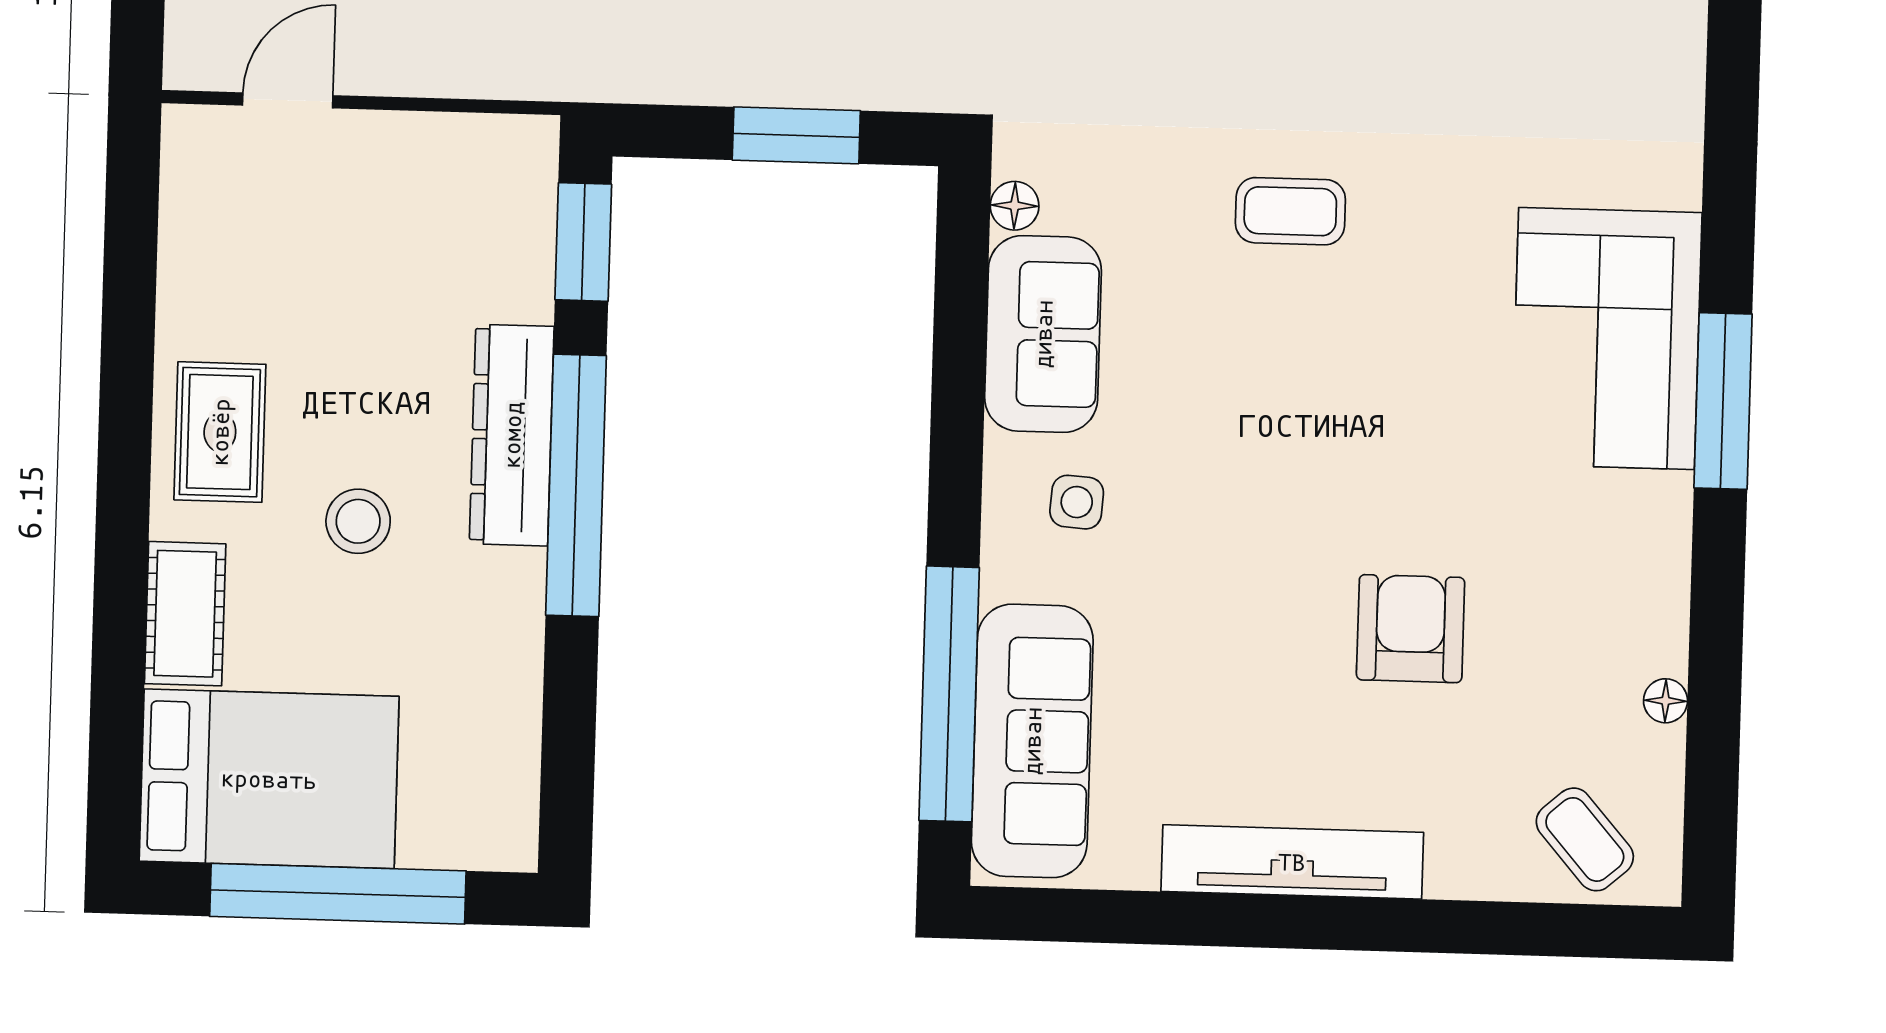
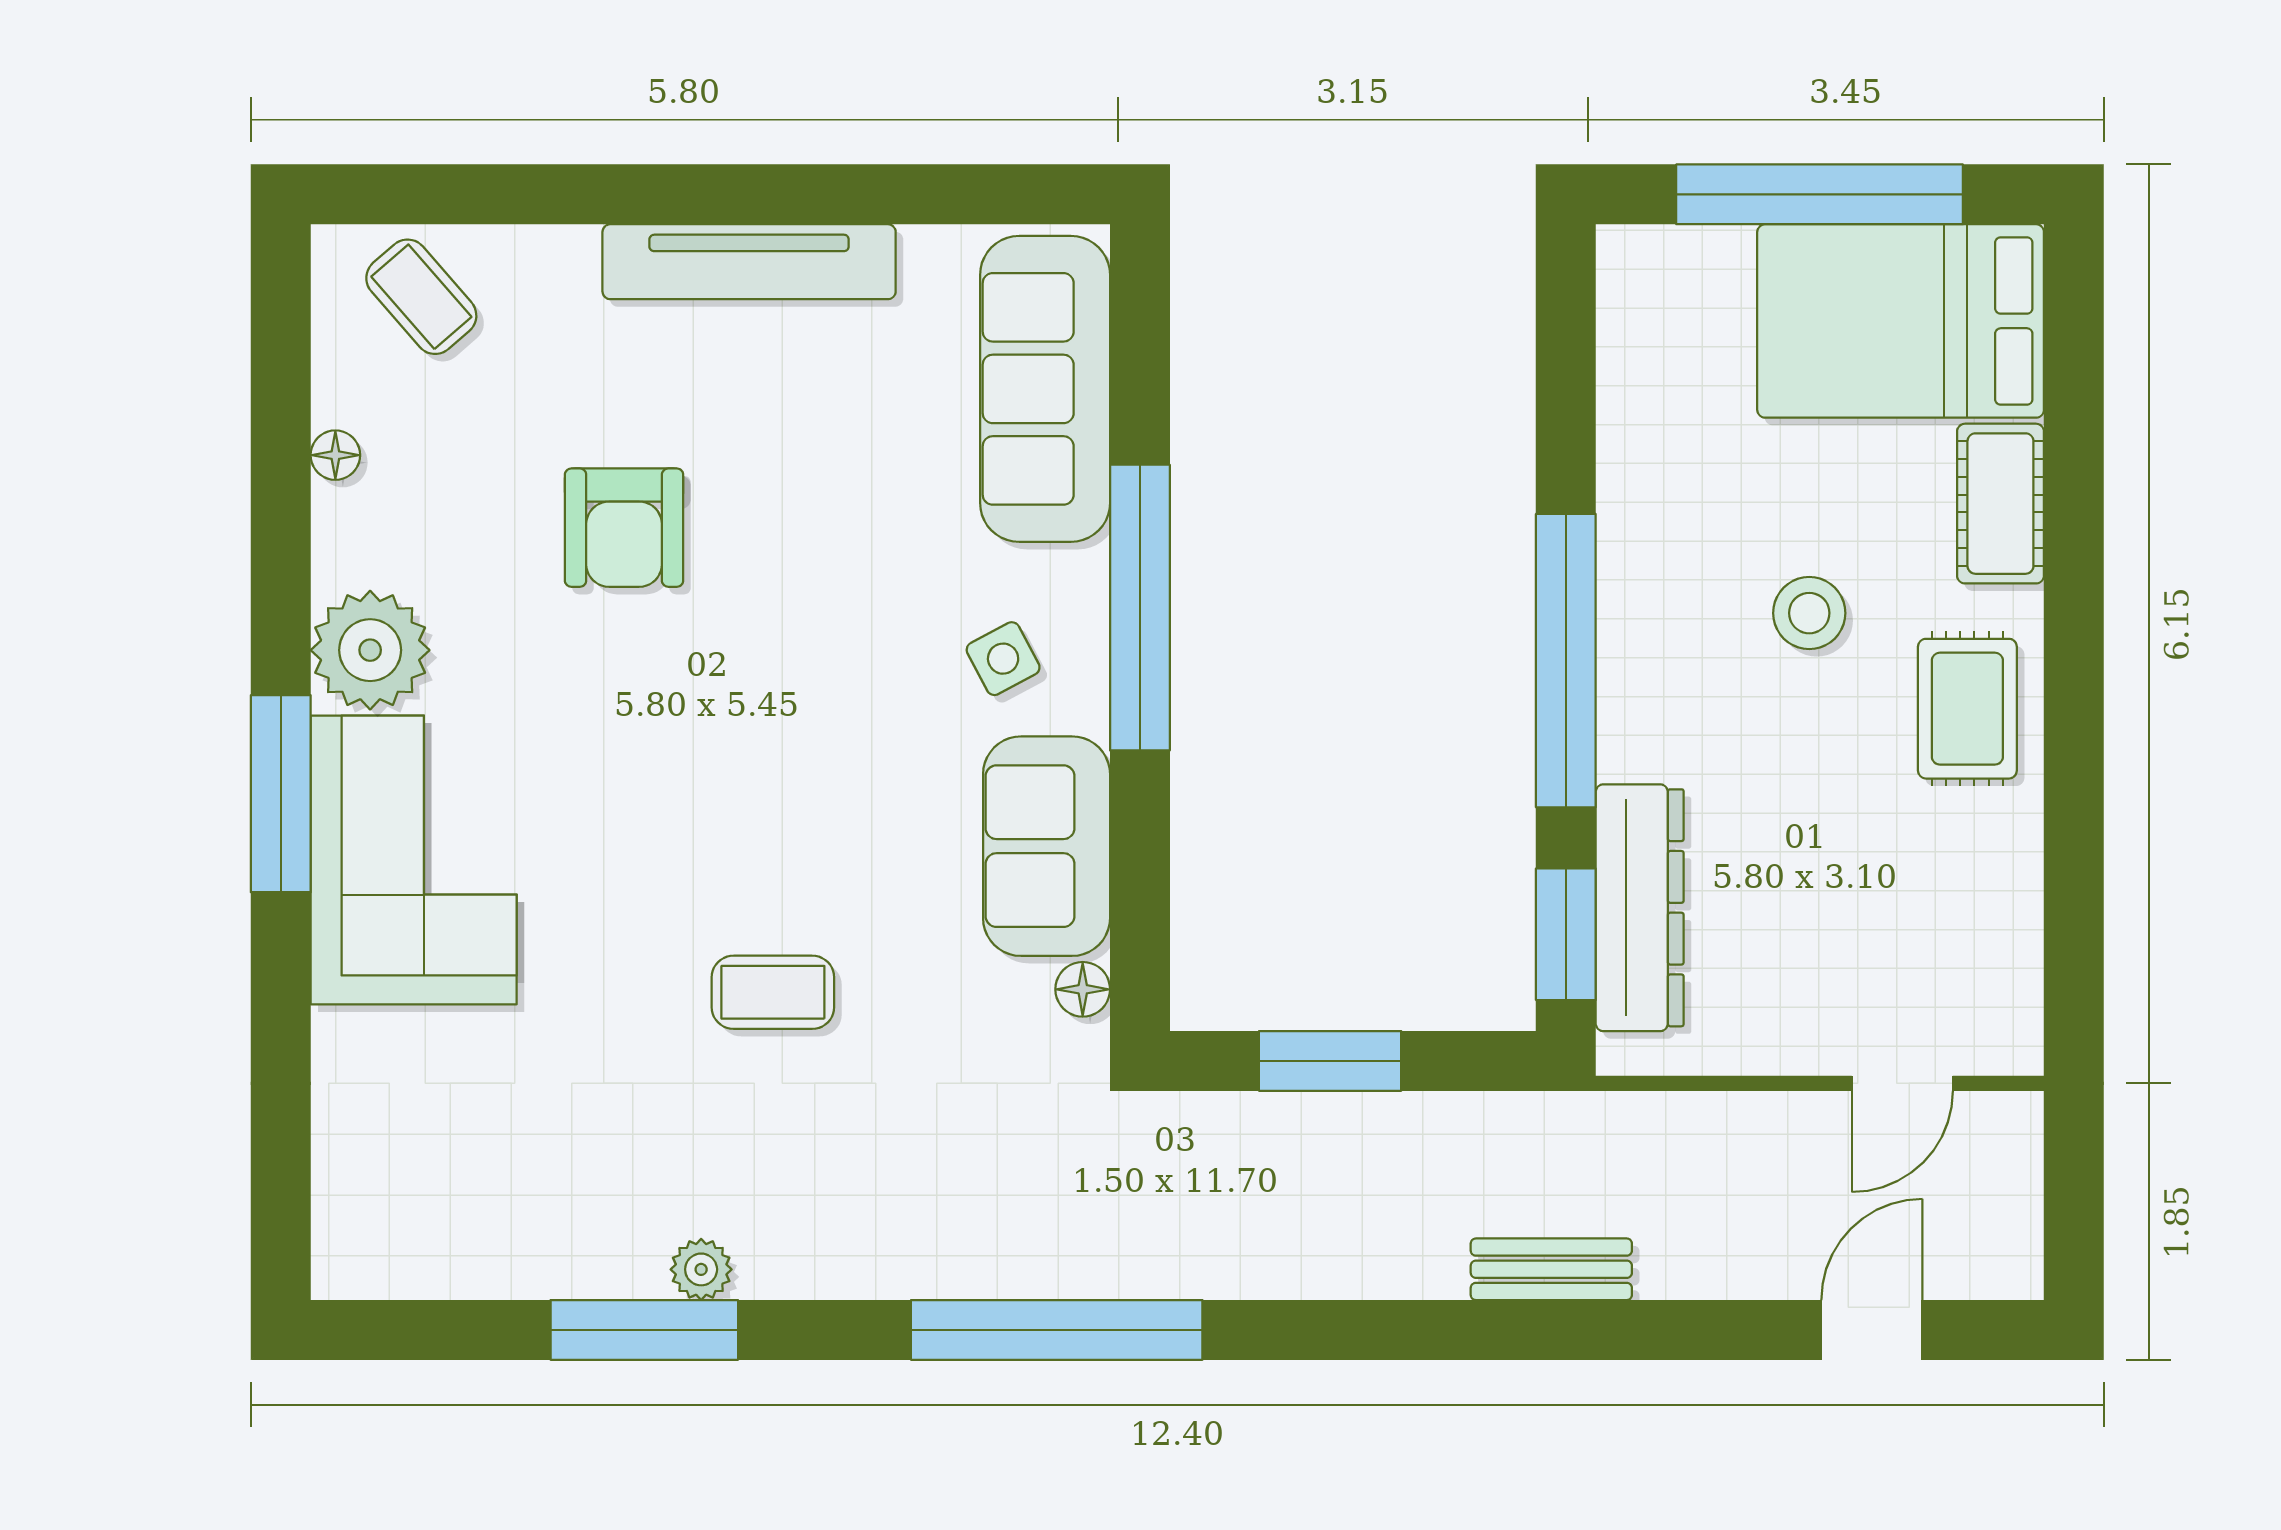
dresser: (512, 435) -> (1640, 908), moved
side table: (1077, 502) -> (1003, 659), turned -32
plant: (1640, 526) -> (370, 650), added
window: (949, 694) -> (1140, 608), moved

